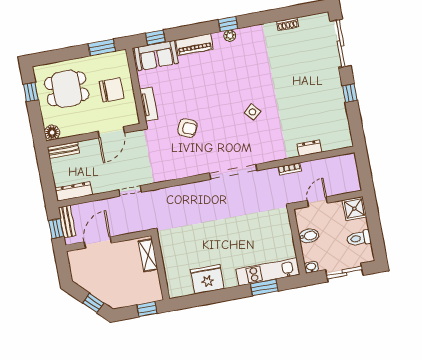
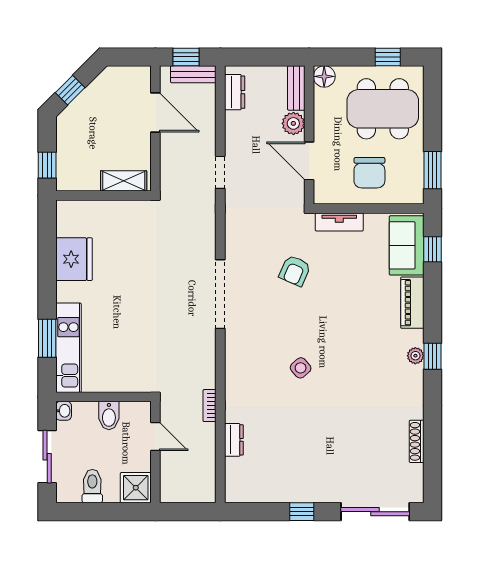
shoe rack: (288, 24) -> (417, 441), width x1.43
dining table: (67, 89) -> (383, 109), width x1.38
plant: (88, 148) -> (293, 123), added
doorway: (233, 172) -> (220, 294), moved
dresser: (74, 191) -> (235, 92), width x0.70

